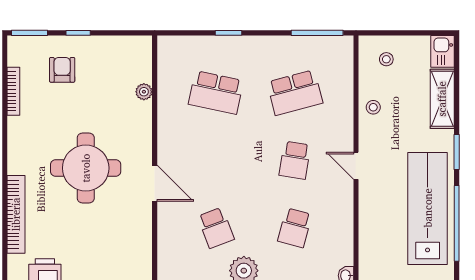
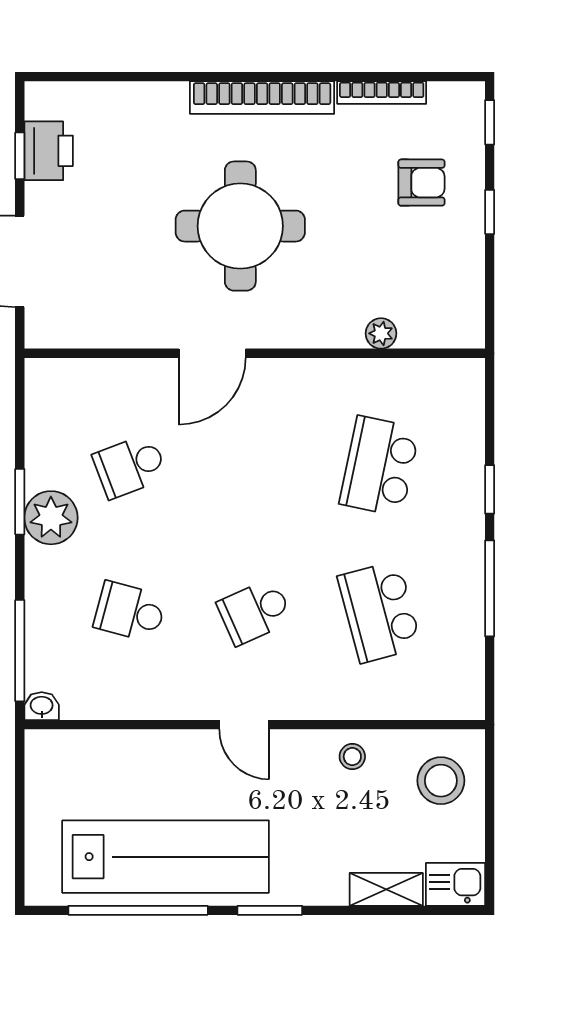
window: (29, 33) -> (490, 122), width x0.67
window: (317, 33) -> (490, 588), moved
stool: (386, 59) -> (441, 781), width x1.89, depth x1.89
shelving: (442, 99) -> (386, 889), width x0.67, depth x0.75
school desk: (295, 160) -> (255, 612), turned -33
door: (356, 166) -> (244, 725), swing flipped
bookcase: (16, 214) -> (262, 98), moved

